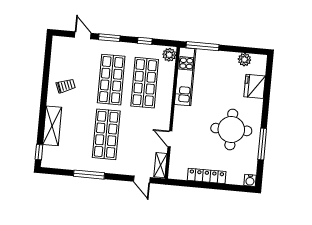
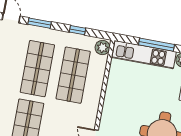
window: (202, 46) -> (157, 45), moved
kitchen unit: (185, 77) -> (144, 55), moved, turned 90

